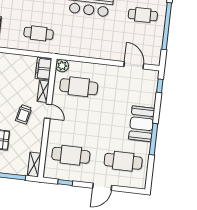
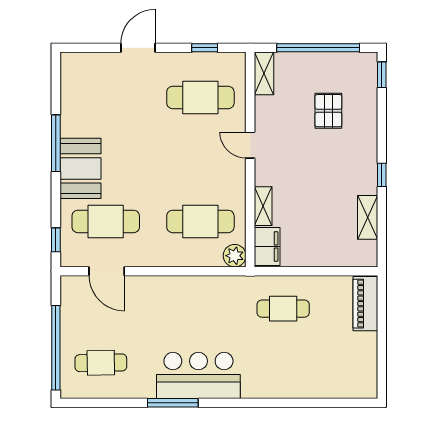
door: (48, 111) -> (250, 145), moved
trolley: (24, 114) -> (293, 161), removed
cafe table: (123, 161) -> (106, 221), moved

